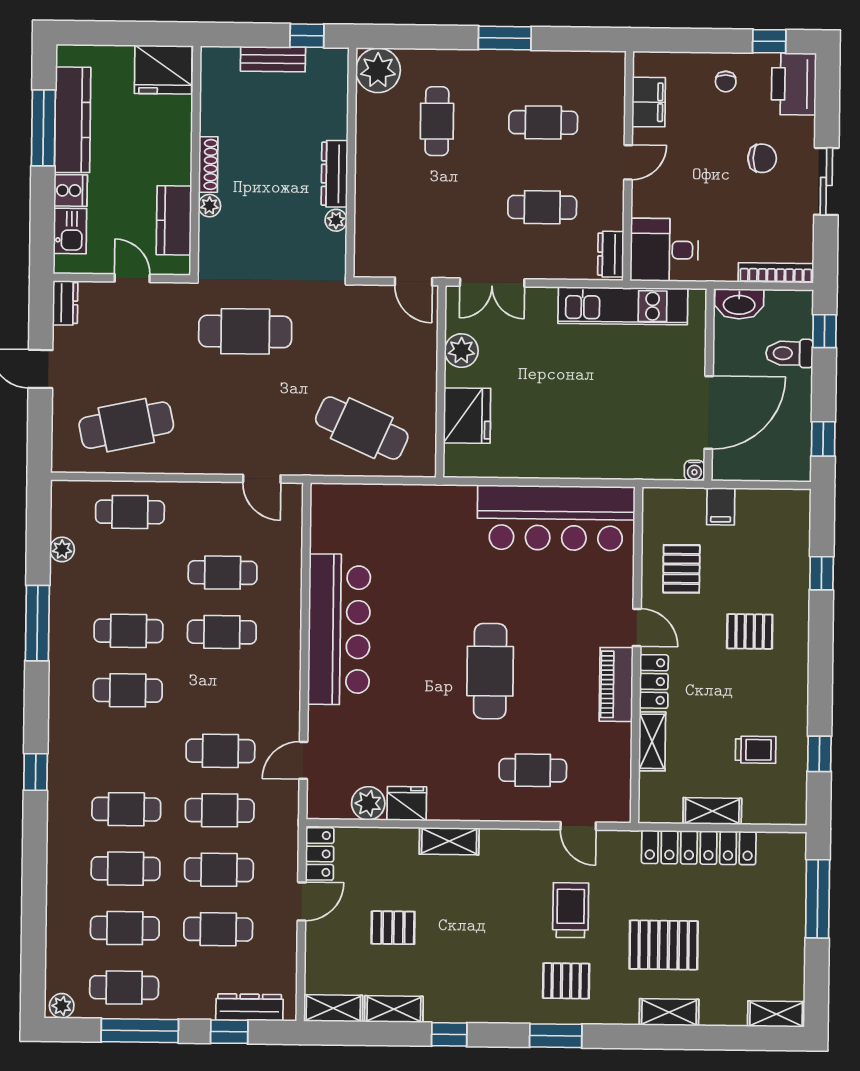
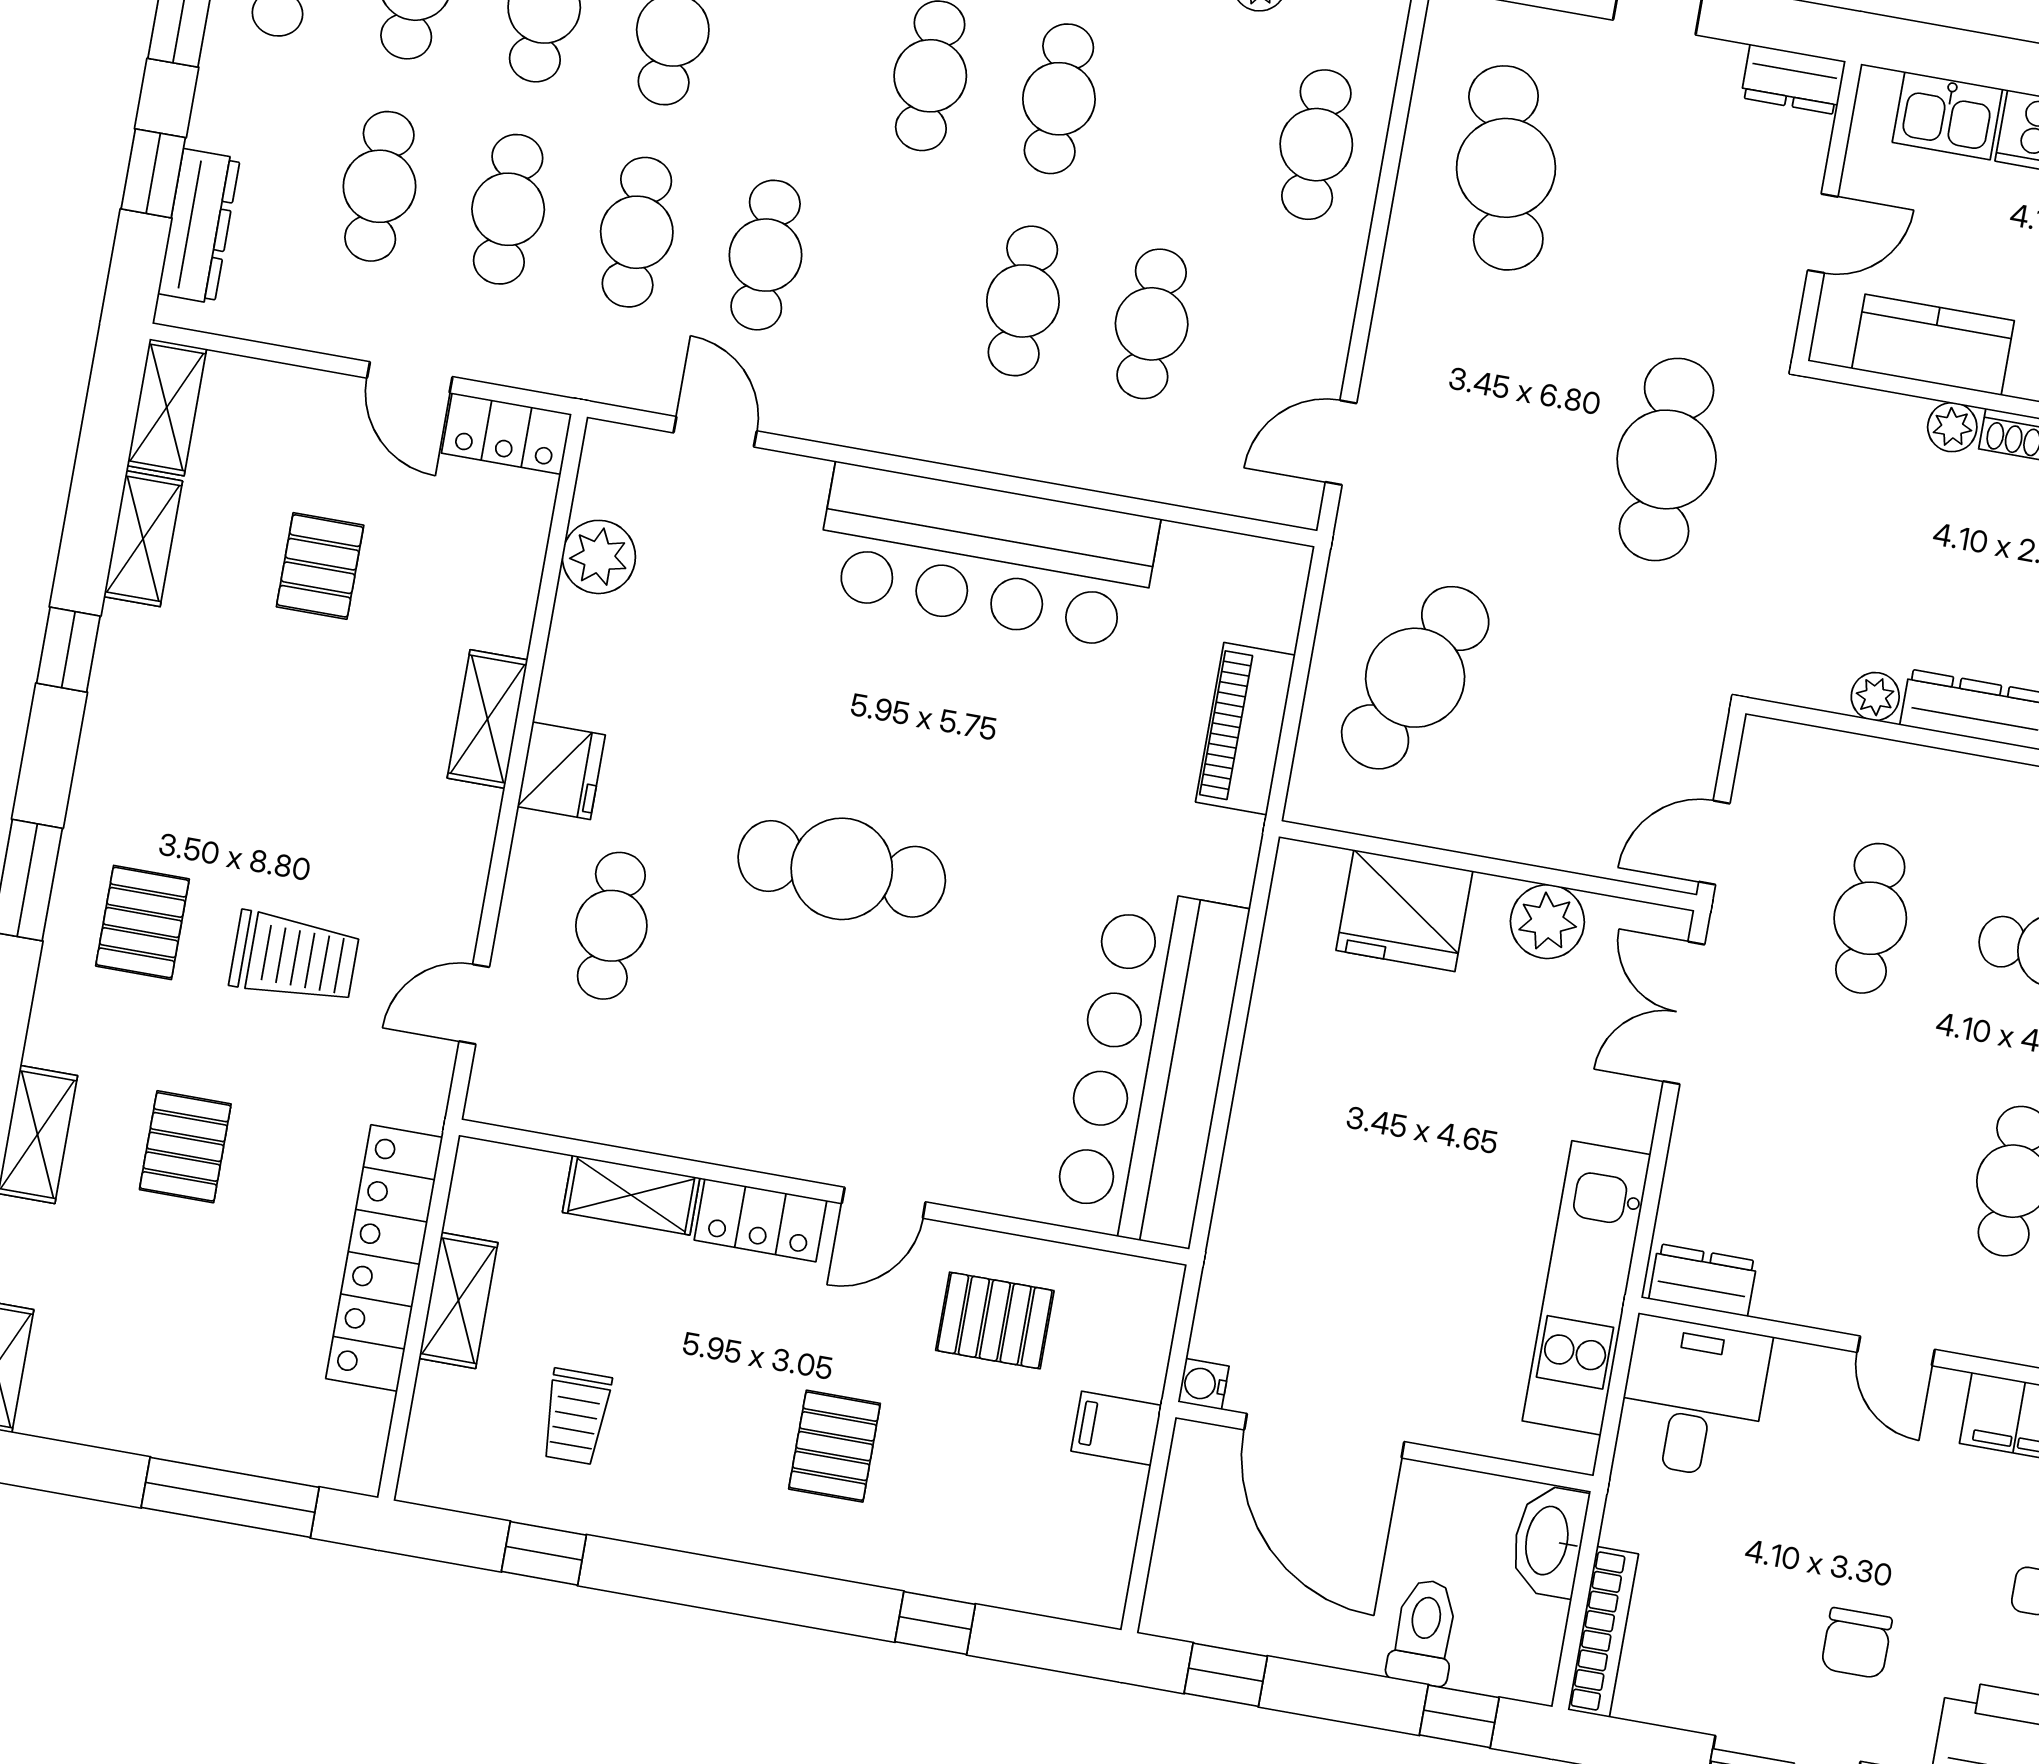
cafe table: (542, 207) -> (1870, 918), moved
piano: (616, 684) -> (1245, 729), moved, turned -90
fridge: (407, 804) -> (561, 771), moved
pallet: (664, 945) -> (185, 1147), width x0.67, depth x0.71

